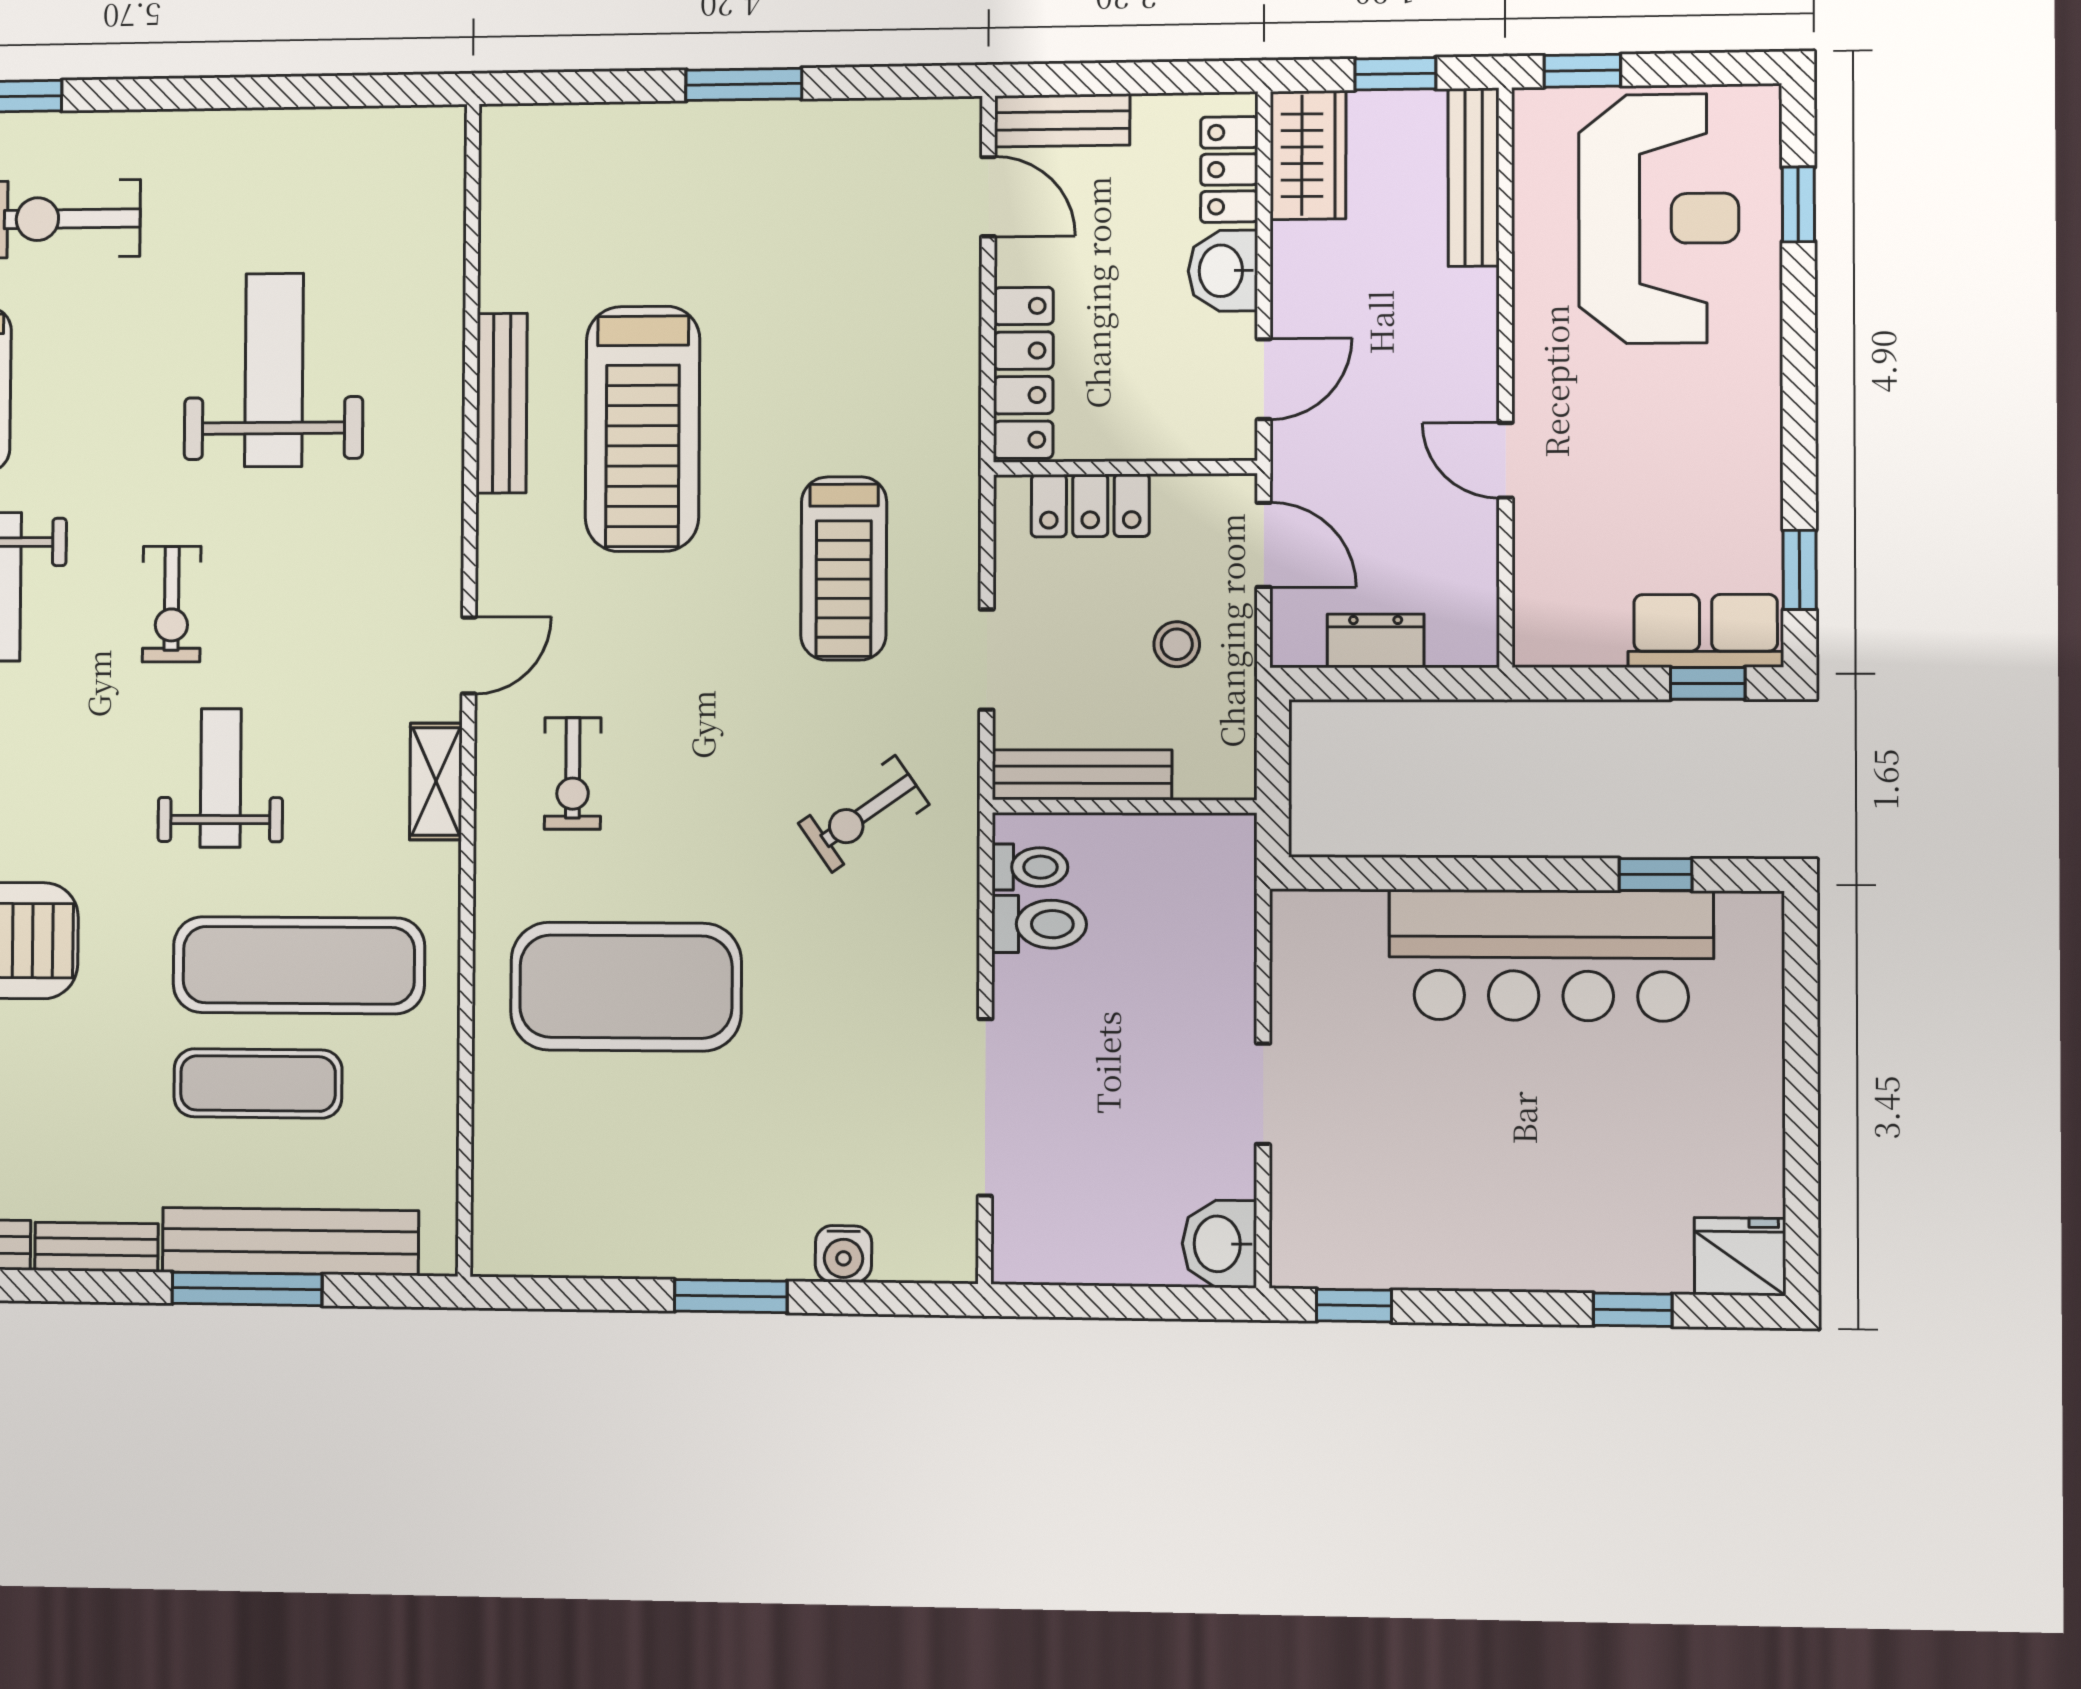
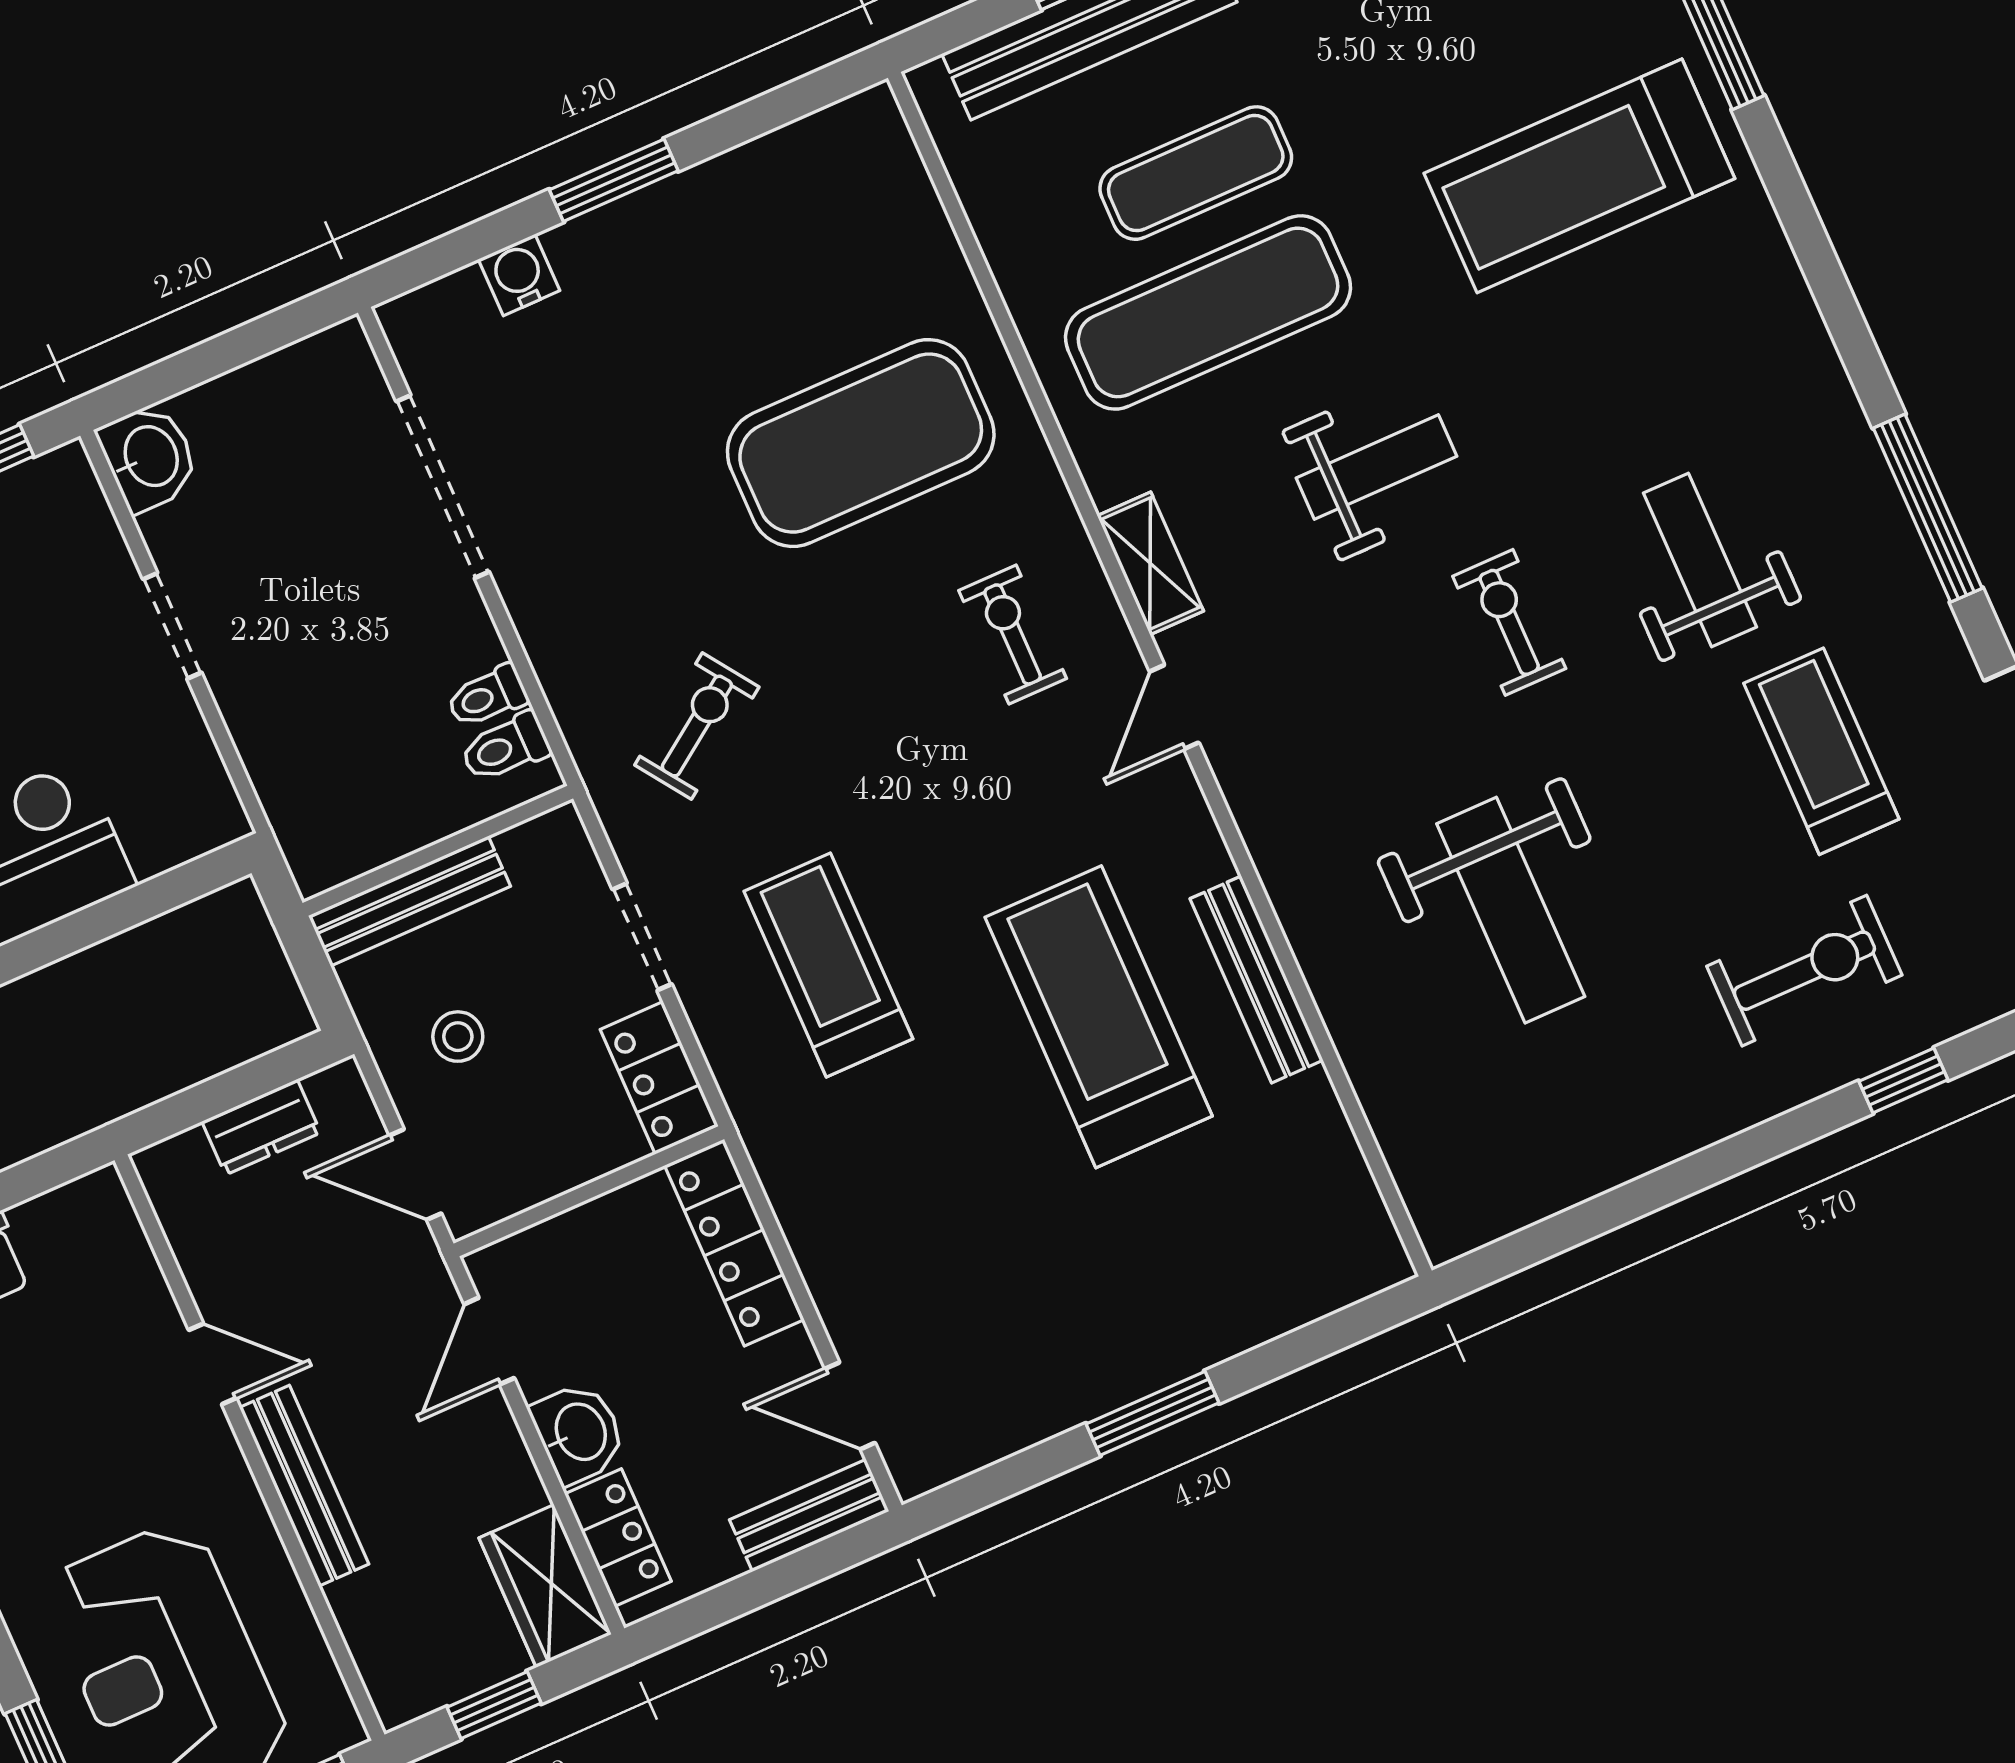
bench: (1474, 177) -> (304, 1486), moved
locker: (1090, 505) -> (659, 1078), moved, turned -90
bench: (1082, 775) -> (409, 901), moved
weight bench: (221, 778) -> (1376, 467), turned -90
toilet: (1039, 924) -> (487, 696), width x0.73, depth x0.72

